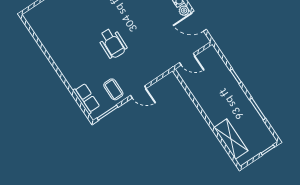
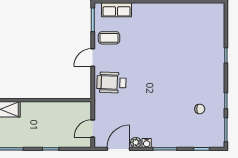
wheelchair: (112, 43) -> (111, 82), moved
door: (187, 59) -> (93, 128), moved

